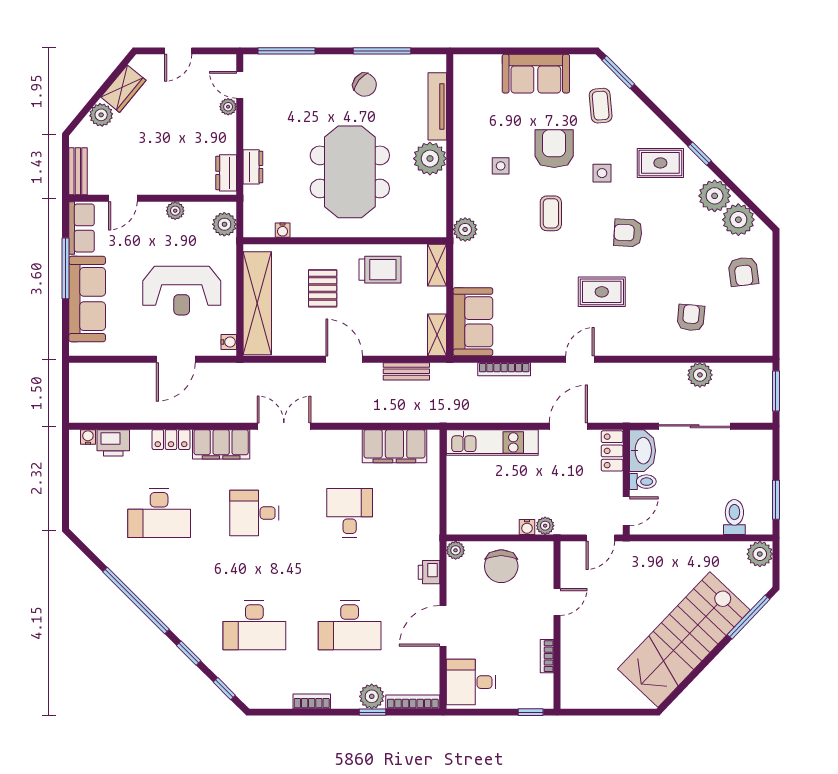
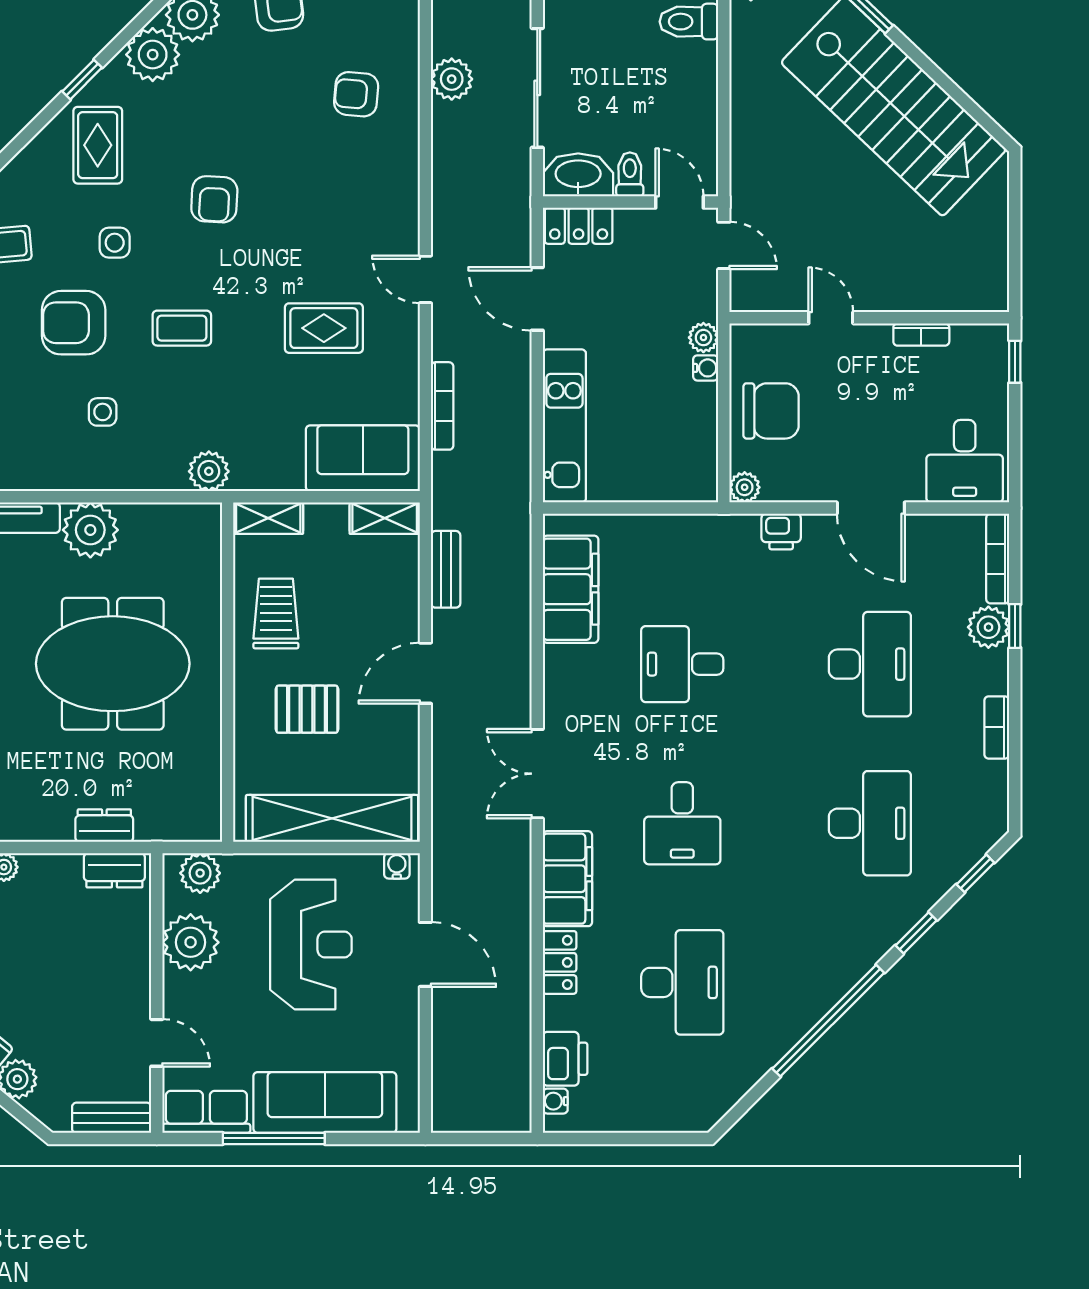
plant: (175, 211) -> (191, 942), width x1.88, depth x1.88
water cooler: (283, 230) -> (210, 776), removed
rug: (602, 292) -> (324, 328), moved, turned 90

